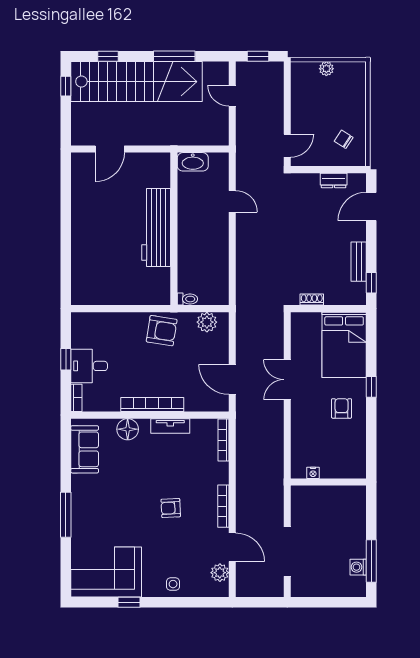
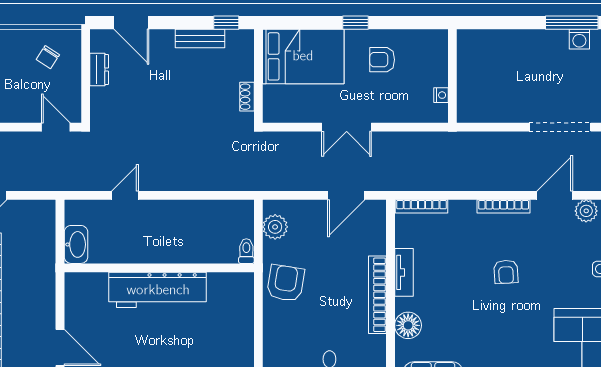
nightstand: (313, 473) -> (441, 95), moved
wall: (328, 482) -> (452, 76), moved

